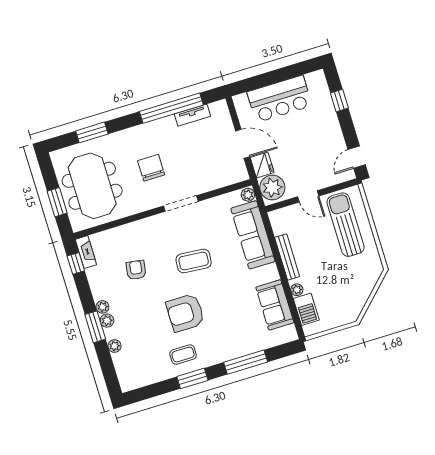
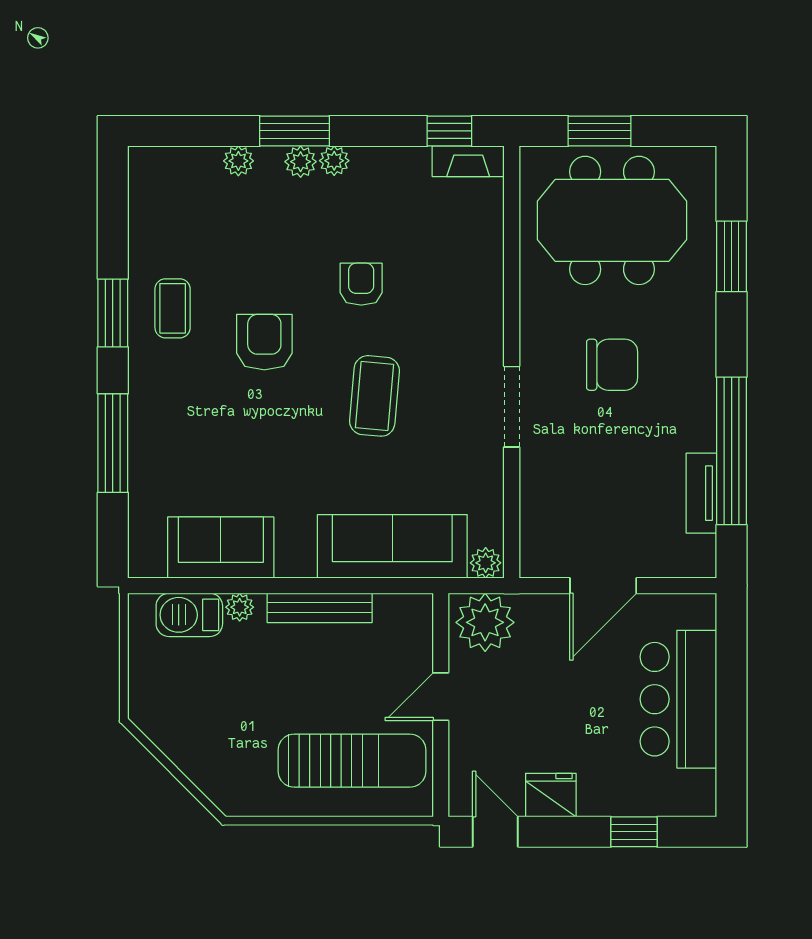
fridge: (262, 165) -> (551, 795), moved, turned 180
armchair: (136, 270) -> (361, 284), moved, turned -99
armchair: (185, 313) -> (264, 342), width x0.73, depth x0.73

